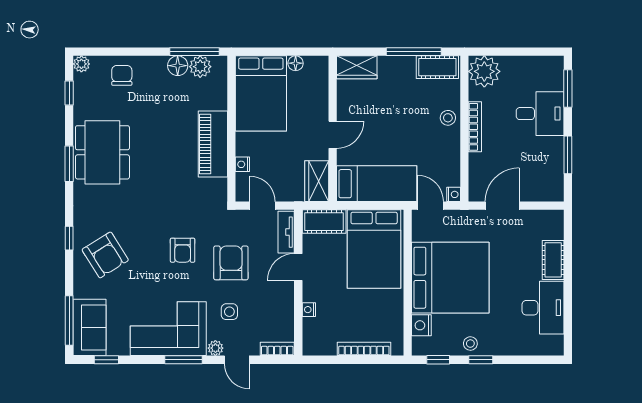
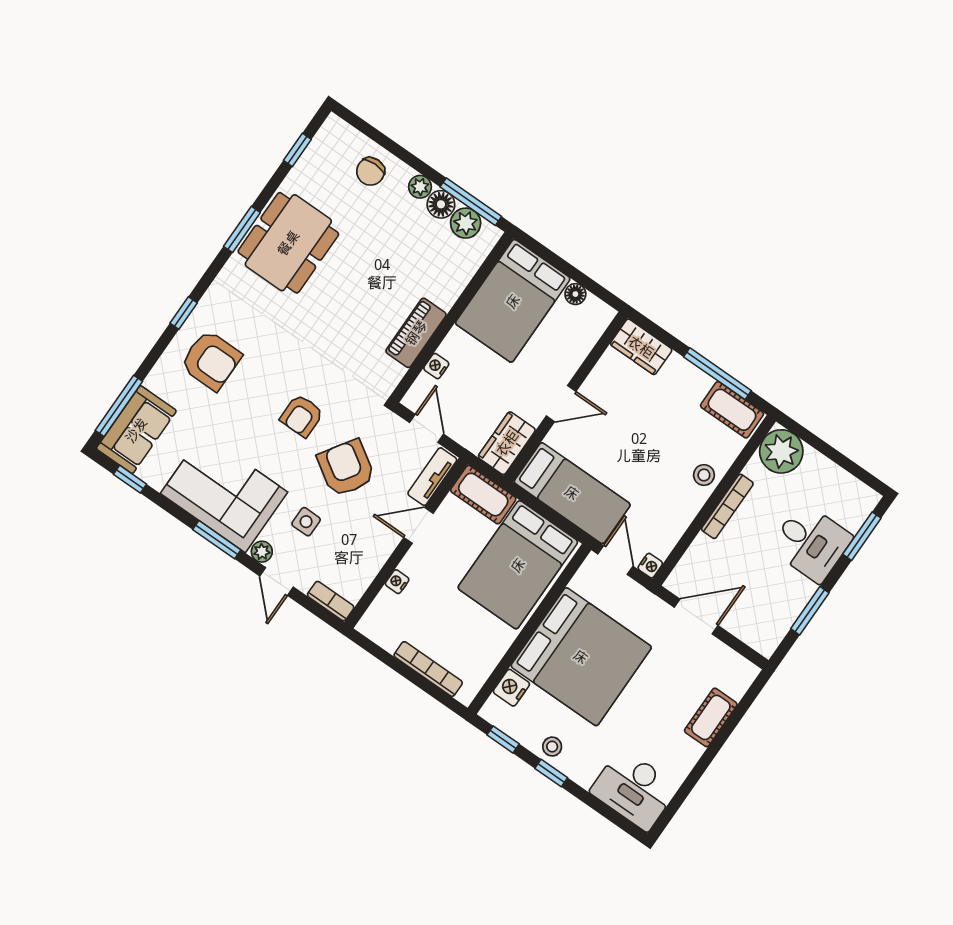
plant: (81, 64) -> (420, 187), moved
chair: (122, 75) -> (370, 171), turned 180
piano: (213, 144) -> (416, 333), width x0.73, depth x0.75
armchair: (105, 255) -> (211, 360), turned -58
armchair: (231, 263) -> (346, 468), turned -57
desk: (543, 308) -> (634, 789), moved, turned 90

